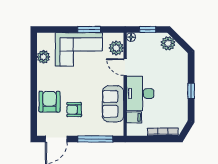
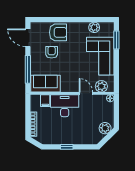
window: (89, 29) -> (116, 40), moved
window: (148, 29) -> (116, 112), removed
door: (125, 67) -> (86, 93), hinge flipped
sofa: (113, 104) -> (45, 84), moved

